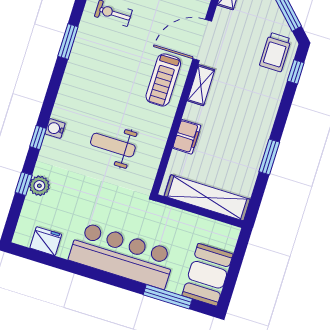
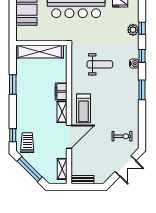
window: (68, 42) -> (142, 90), moved
treadmill: (163, 80) -> (83, 108), turned 180
filing cabinet: (187, 137) -> (61, 92), moved

